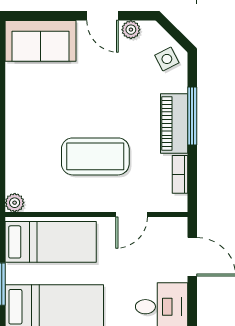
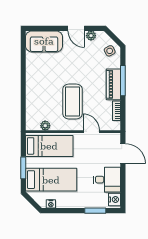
coffee table: (95, 156) -> (72, 101), turned 90
plant: (15, 203) -> (45, 126), moved
door: (132, 214) -> (91, 132), swing flipped

